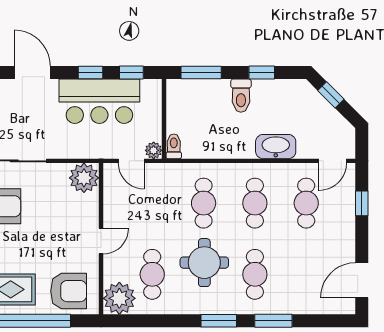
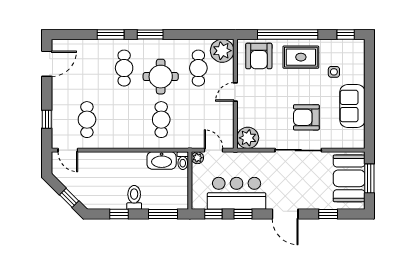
washbasin: (276, 147) -> (162, 160), moved
door: (333, 161) -> (68, 150), swing flipped
cafe table: (255, 203) -> (124, 120), removed
armchair: (69, 291) -> (259, 56), turned -90

